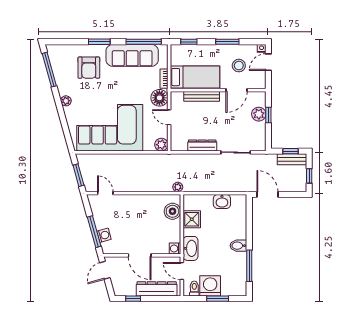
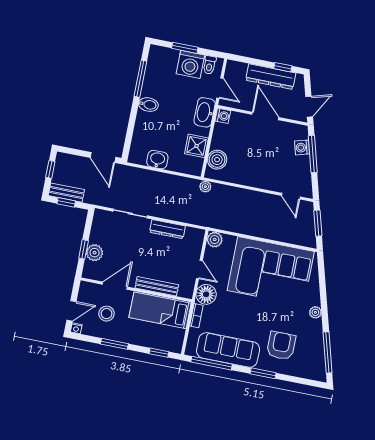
dresser: (157, 289) -> (271, 77), moved

